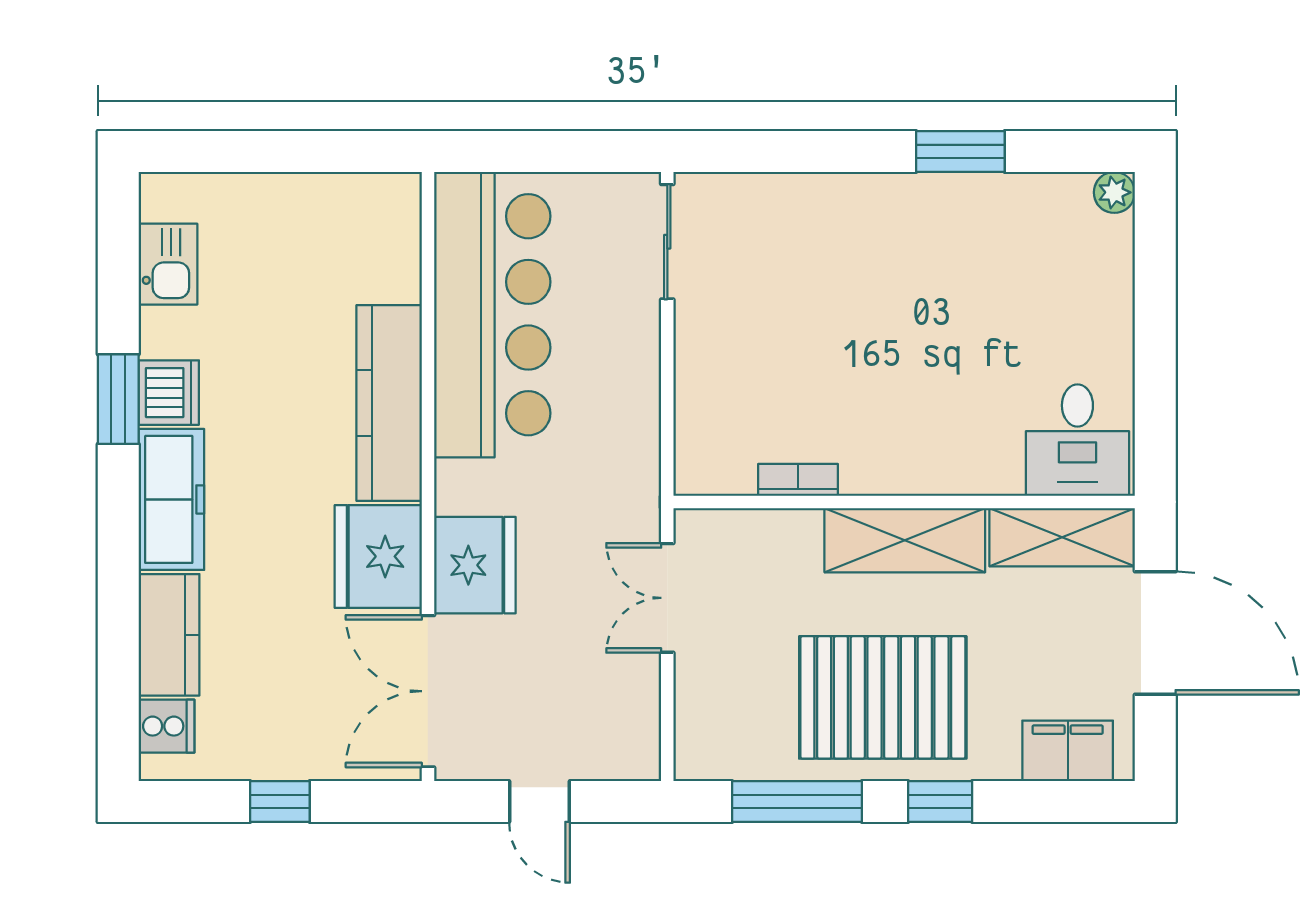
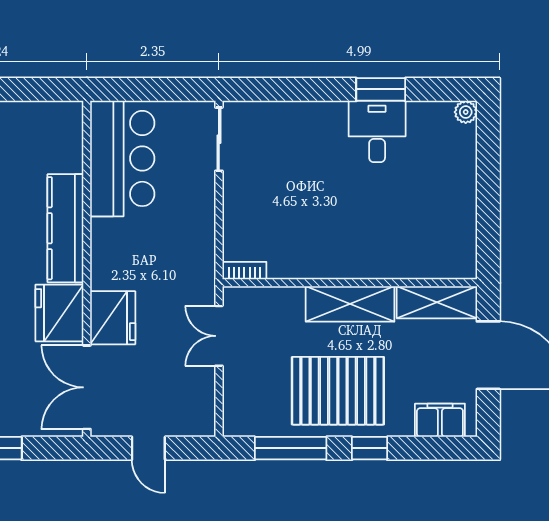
bar counter: (492, 315) -> (122, 158), width x0.73
desk: (1077, 440) -> (377, 131), moved, turned 180
bookcase: (798, 480) -> (244, 271), moved

